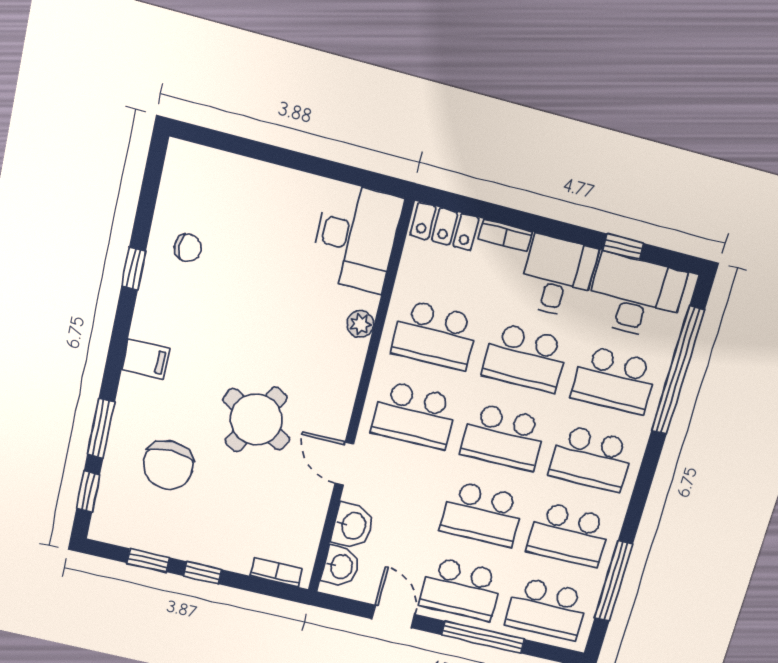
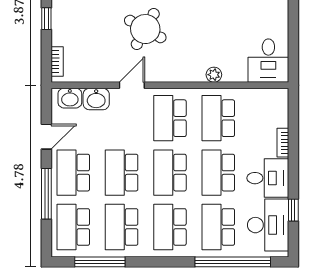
locker: (445, 226) -> (279, 108), removed
desk: (356, 237) -> (268, 61), width x0.73

